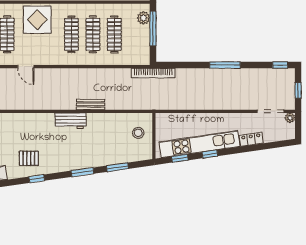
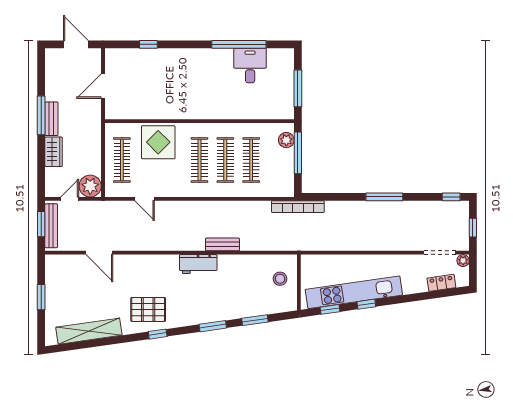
locker: (251, 139) -> (441, 283), moved
pallet: (29, 158) -> (148, 309), width x1.50, depth x1.42

